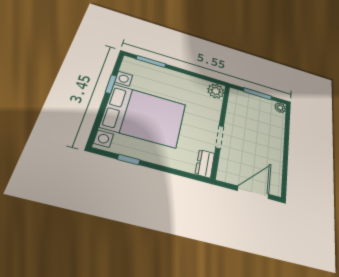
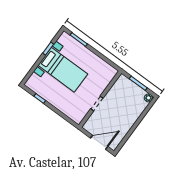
plant: (216, 91) -> (111, 73), removed
bed with nightstands: (144, 116) -> (63, 70), width x0.73
dresser: (205, 164) -> (80, 116), removed

